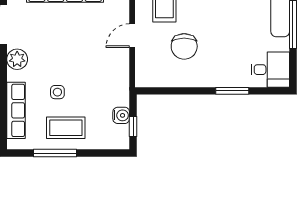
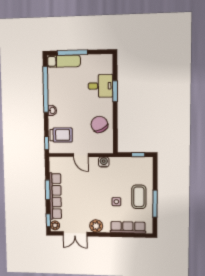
chair: (184, 46) -> (99, 124), moved, turned -117
desk: (270, 70) -> (100, 86), moved, turned 90
water cooler: (121, 115) -> (104, 162), moved

